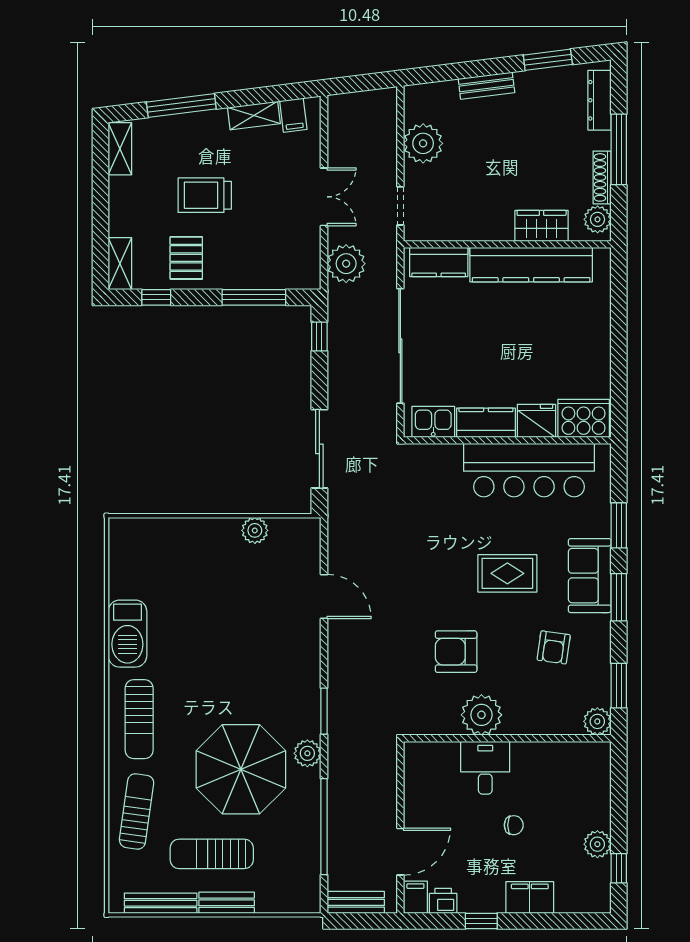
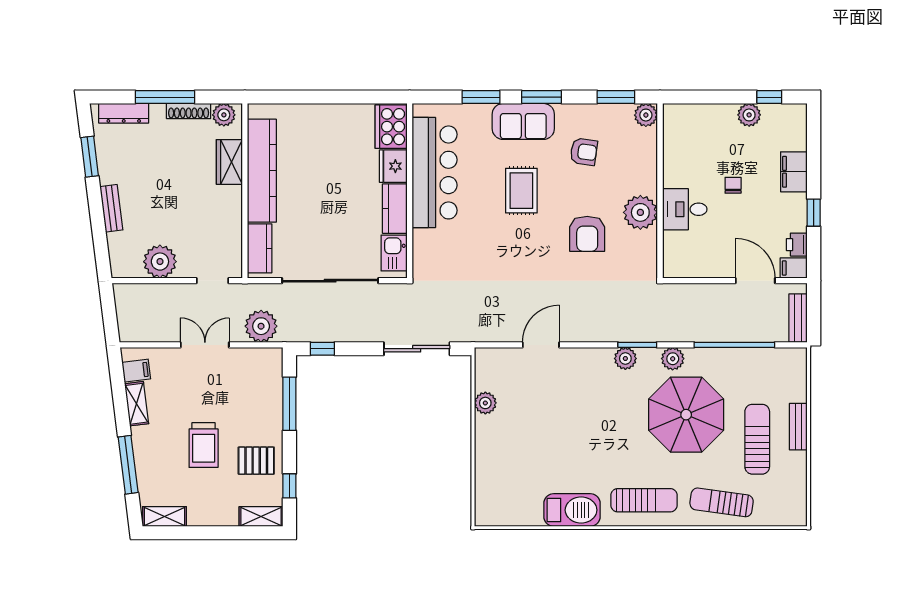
plant: (308, 697) -> (625, 358), added
sun lounger: (212, 854) -> (757, 439), turned 180
bench: (161, 903) -> (799, 482), removed

